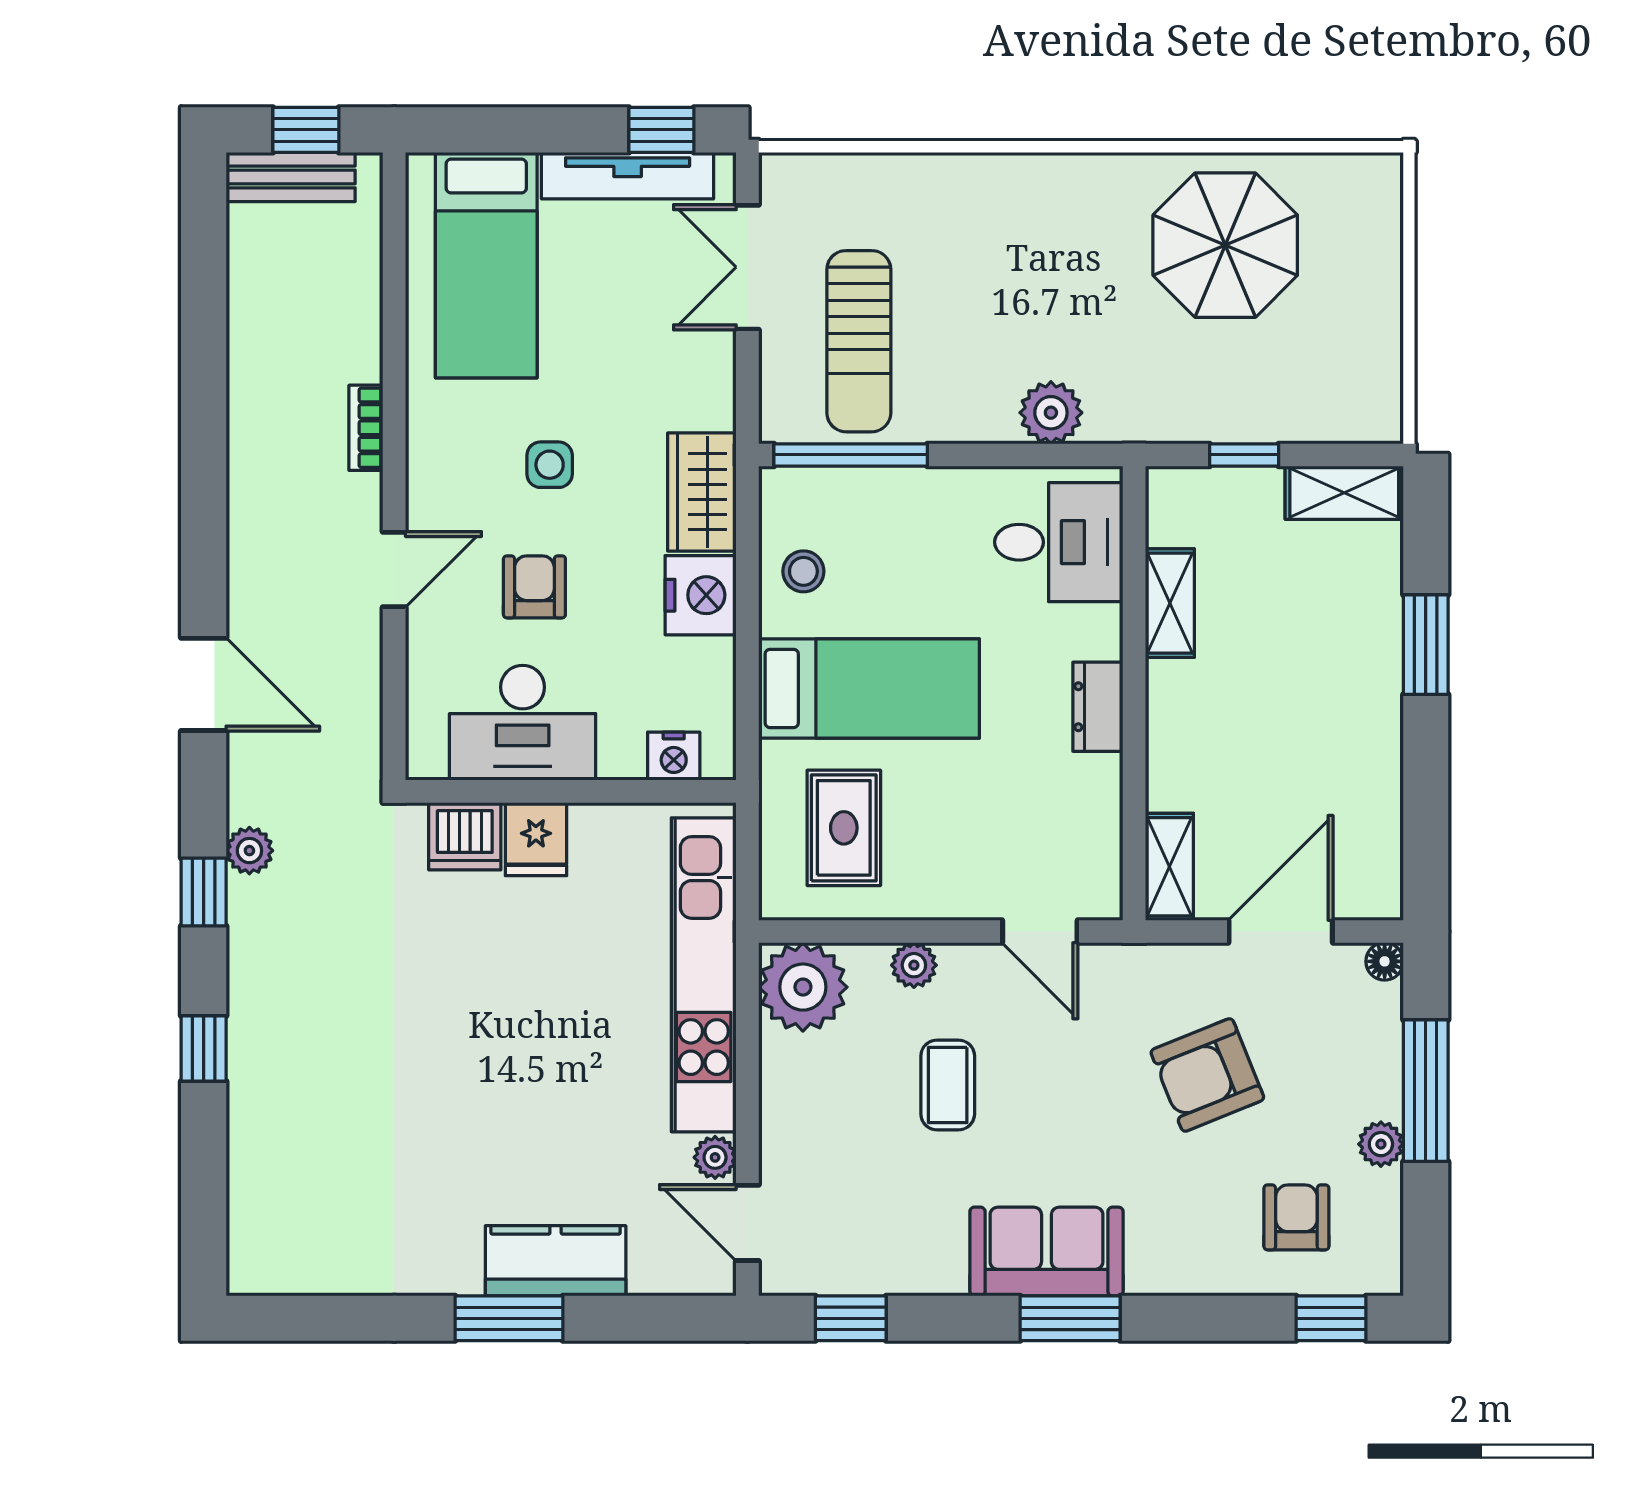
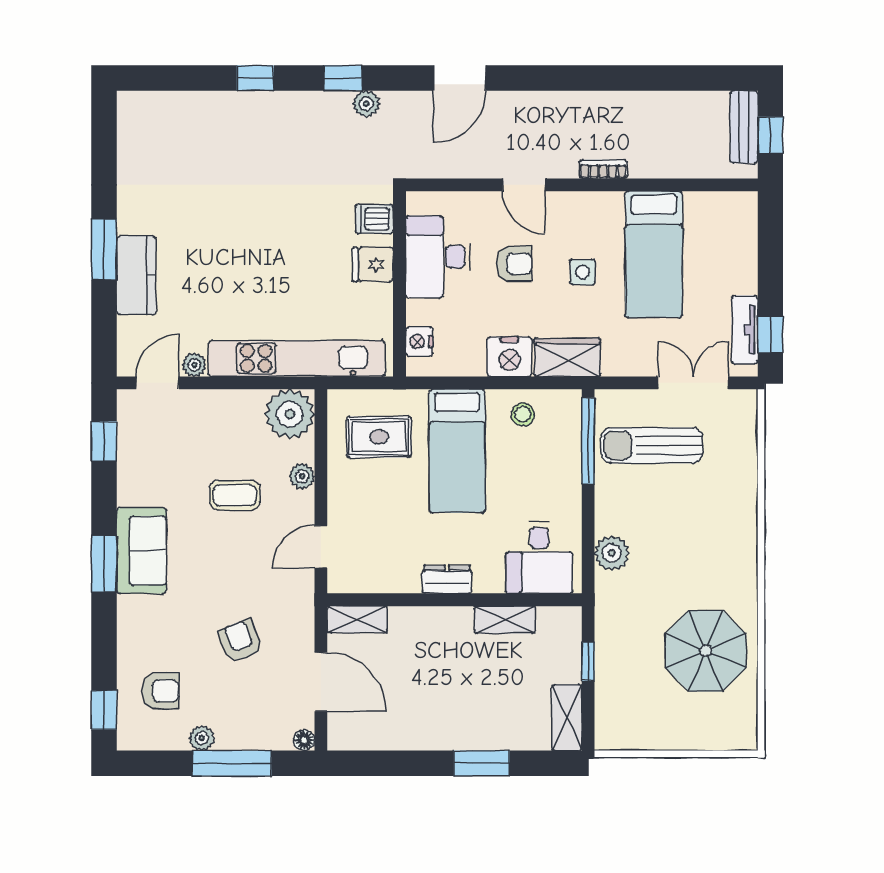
tv unit: (628, 176) -> (745, 330), width x0.71
bed: (486, 265) -> (654, 254), moved, turned -90
dishwasher: (465, 836) -> (374, 219), width x0.73
armchair: (1207, 1075) -> (240, 641), width x0.72, depth x0.72

